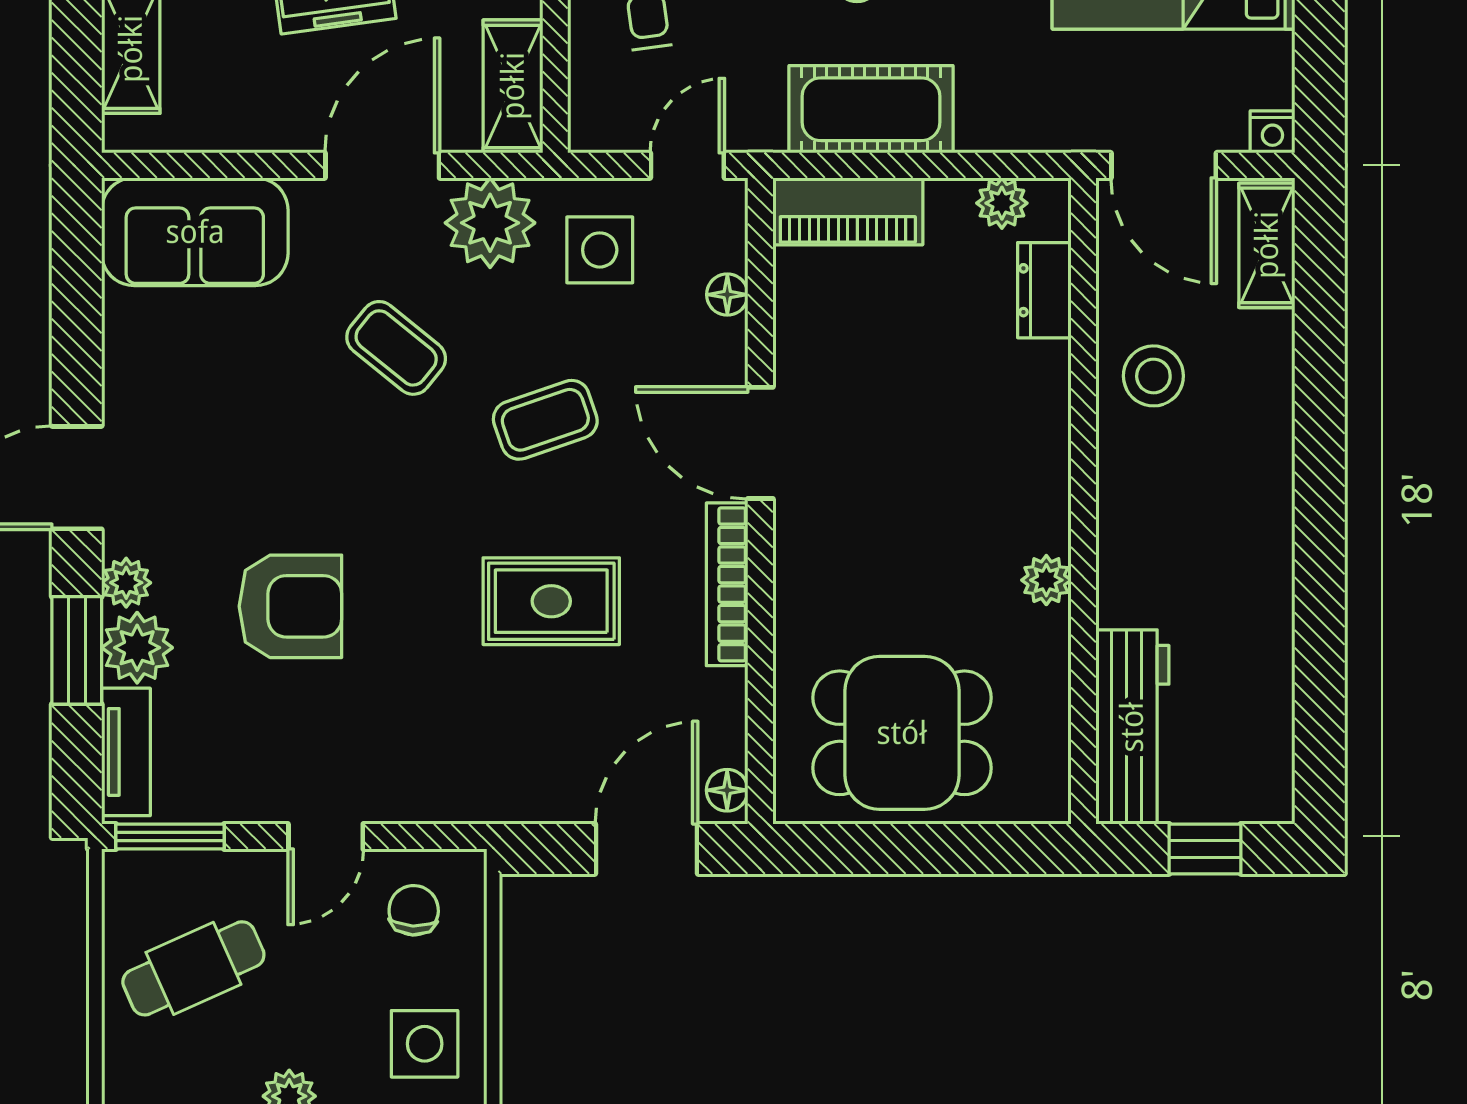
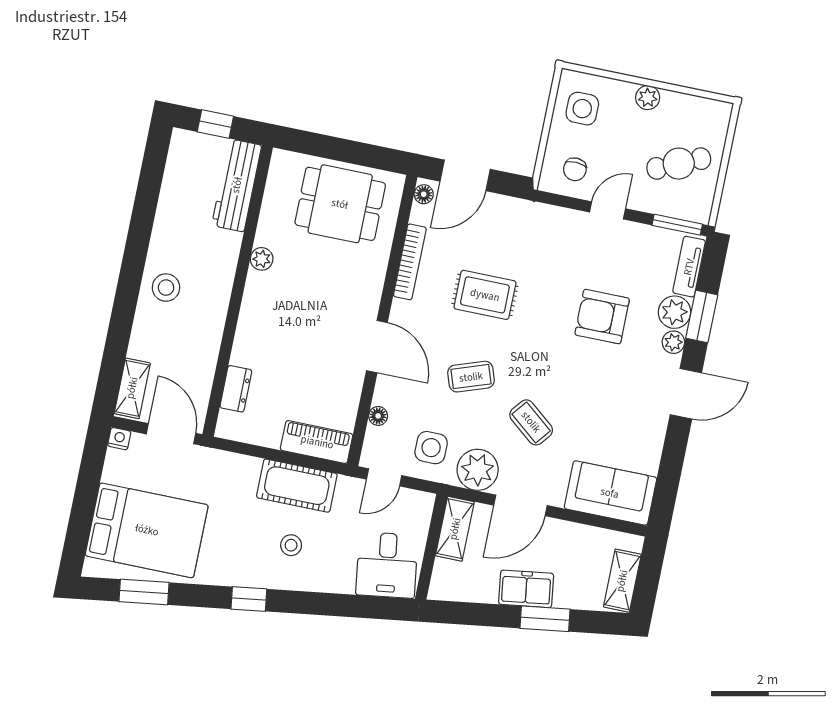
plant: (1002, 203) -> (247, 432), removed
stool: (1153, 376) -> (166, 288), moved
bookcase: (727, 584) -> (410, 262), moved

